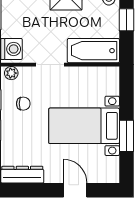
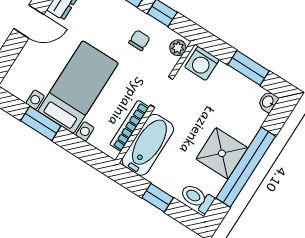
bookcase: (88, 72) -> (129, 126), added
chair: (23, 104) -> (139, 40), turned 180
door: (75, 190) -> (29, 22), moved

